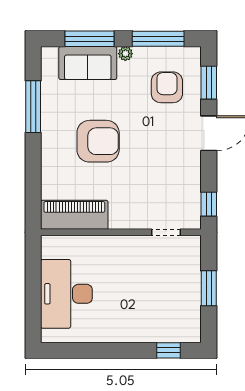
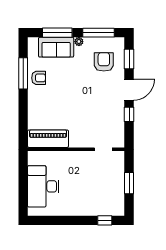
armchair: (98, 141) -> (39, 78), moved, width x0.53, depth x0.53
window: (209, 204) -> (129, 114), moved

